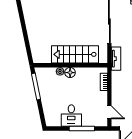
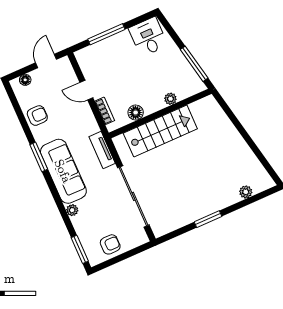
floor lamp: (70, 73) -> (136, 112), moved
door: (109, 112) -> (86, 90), moved
desk: (71, 116) -> (148, 37), moved

